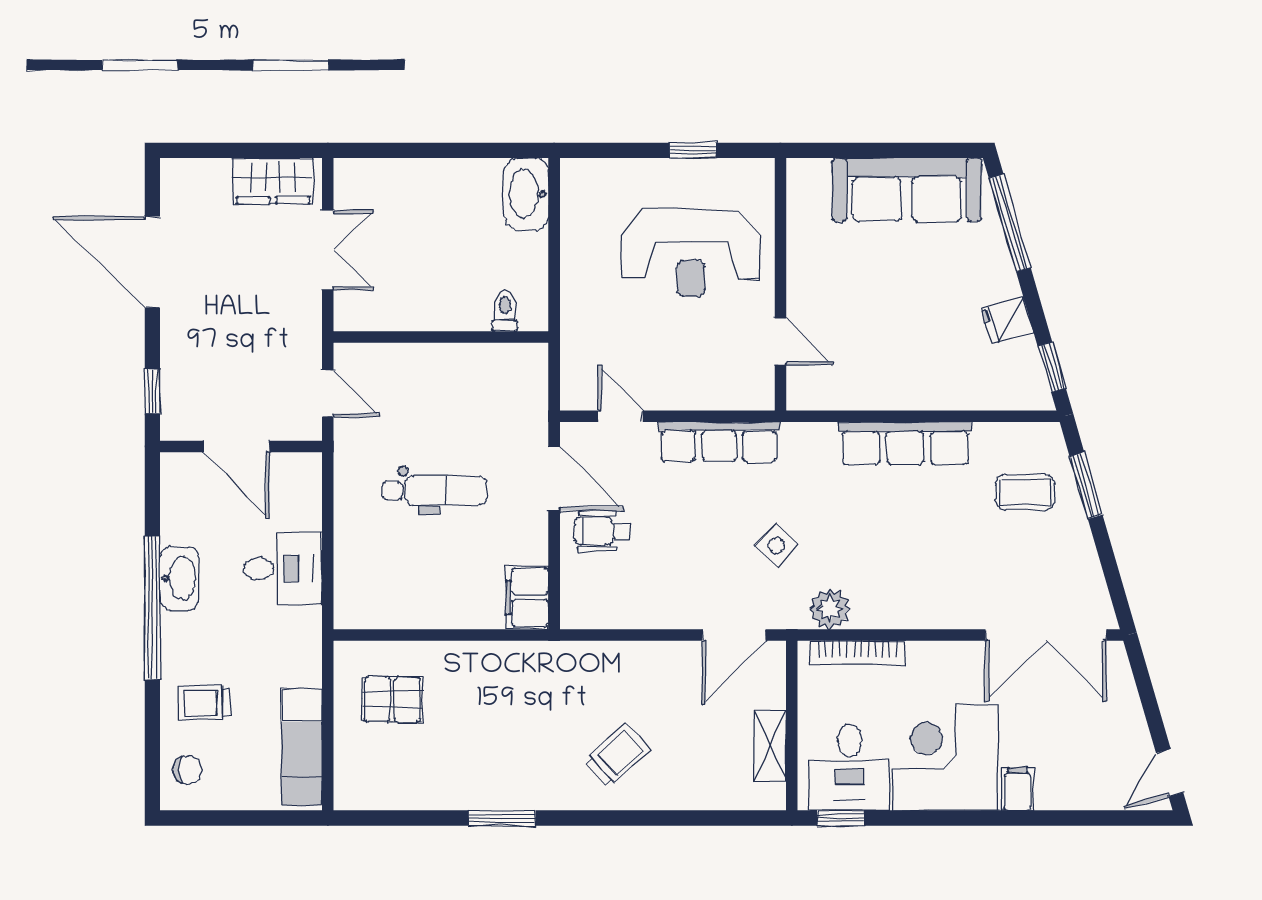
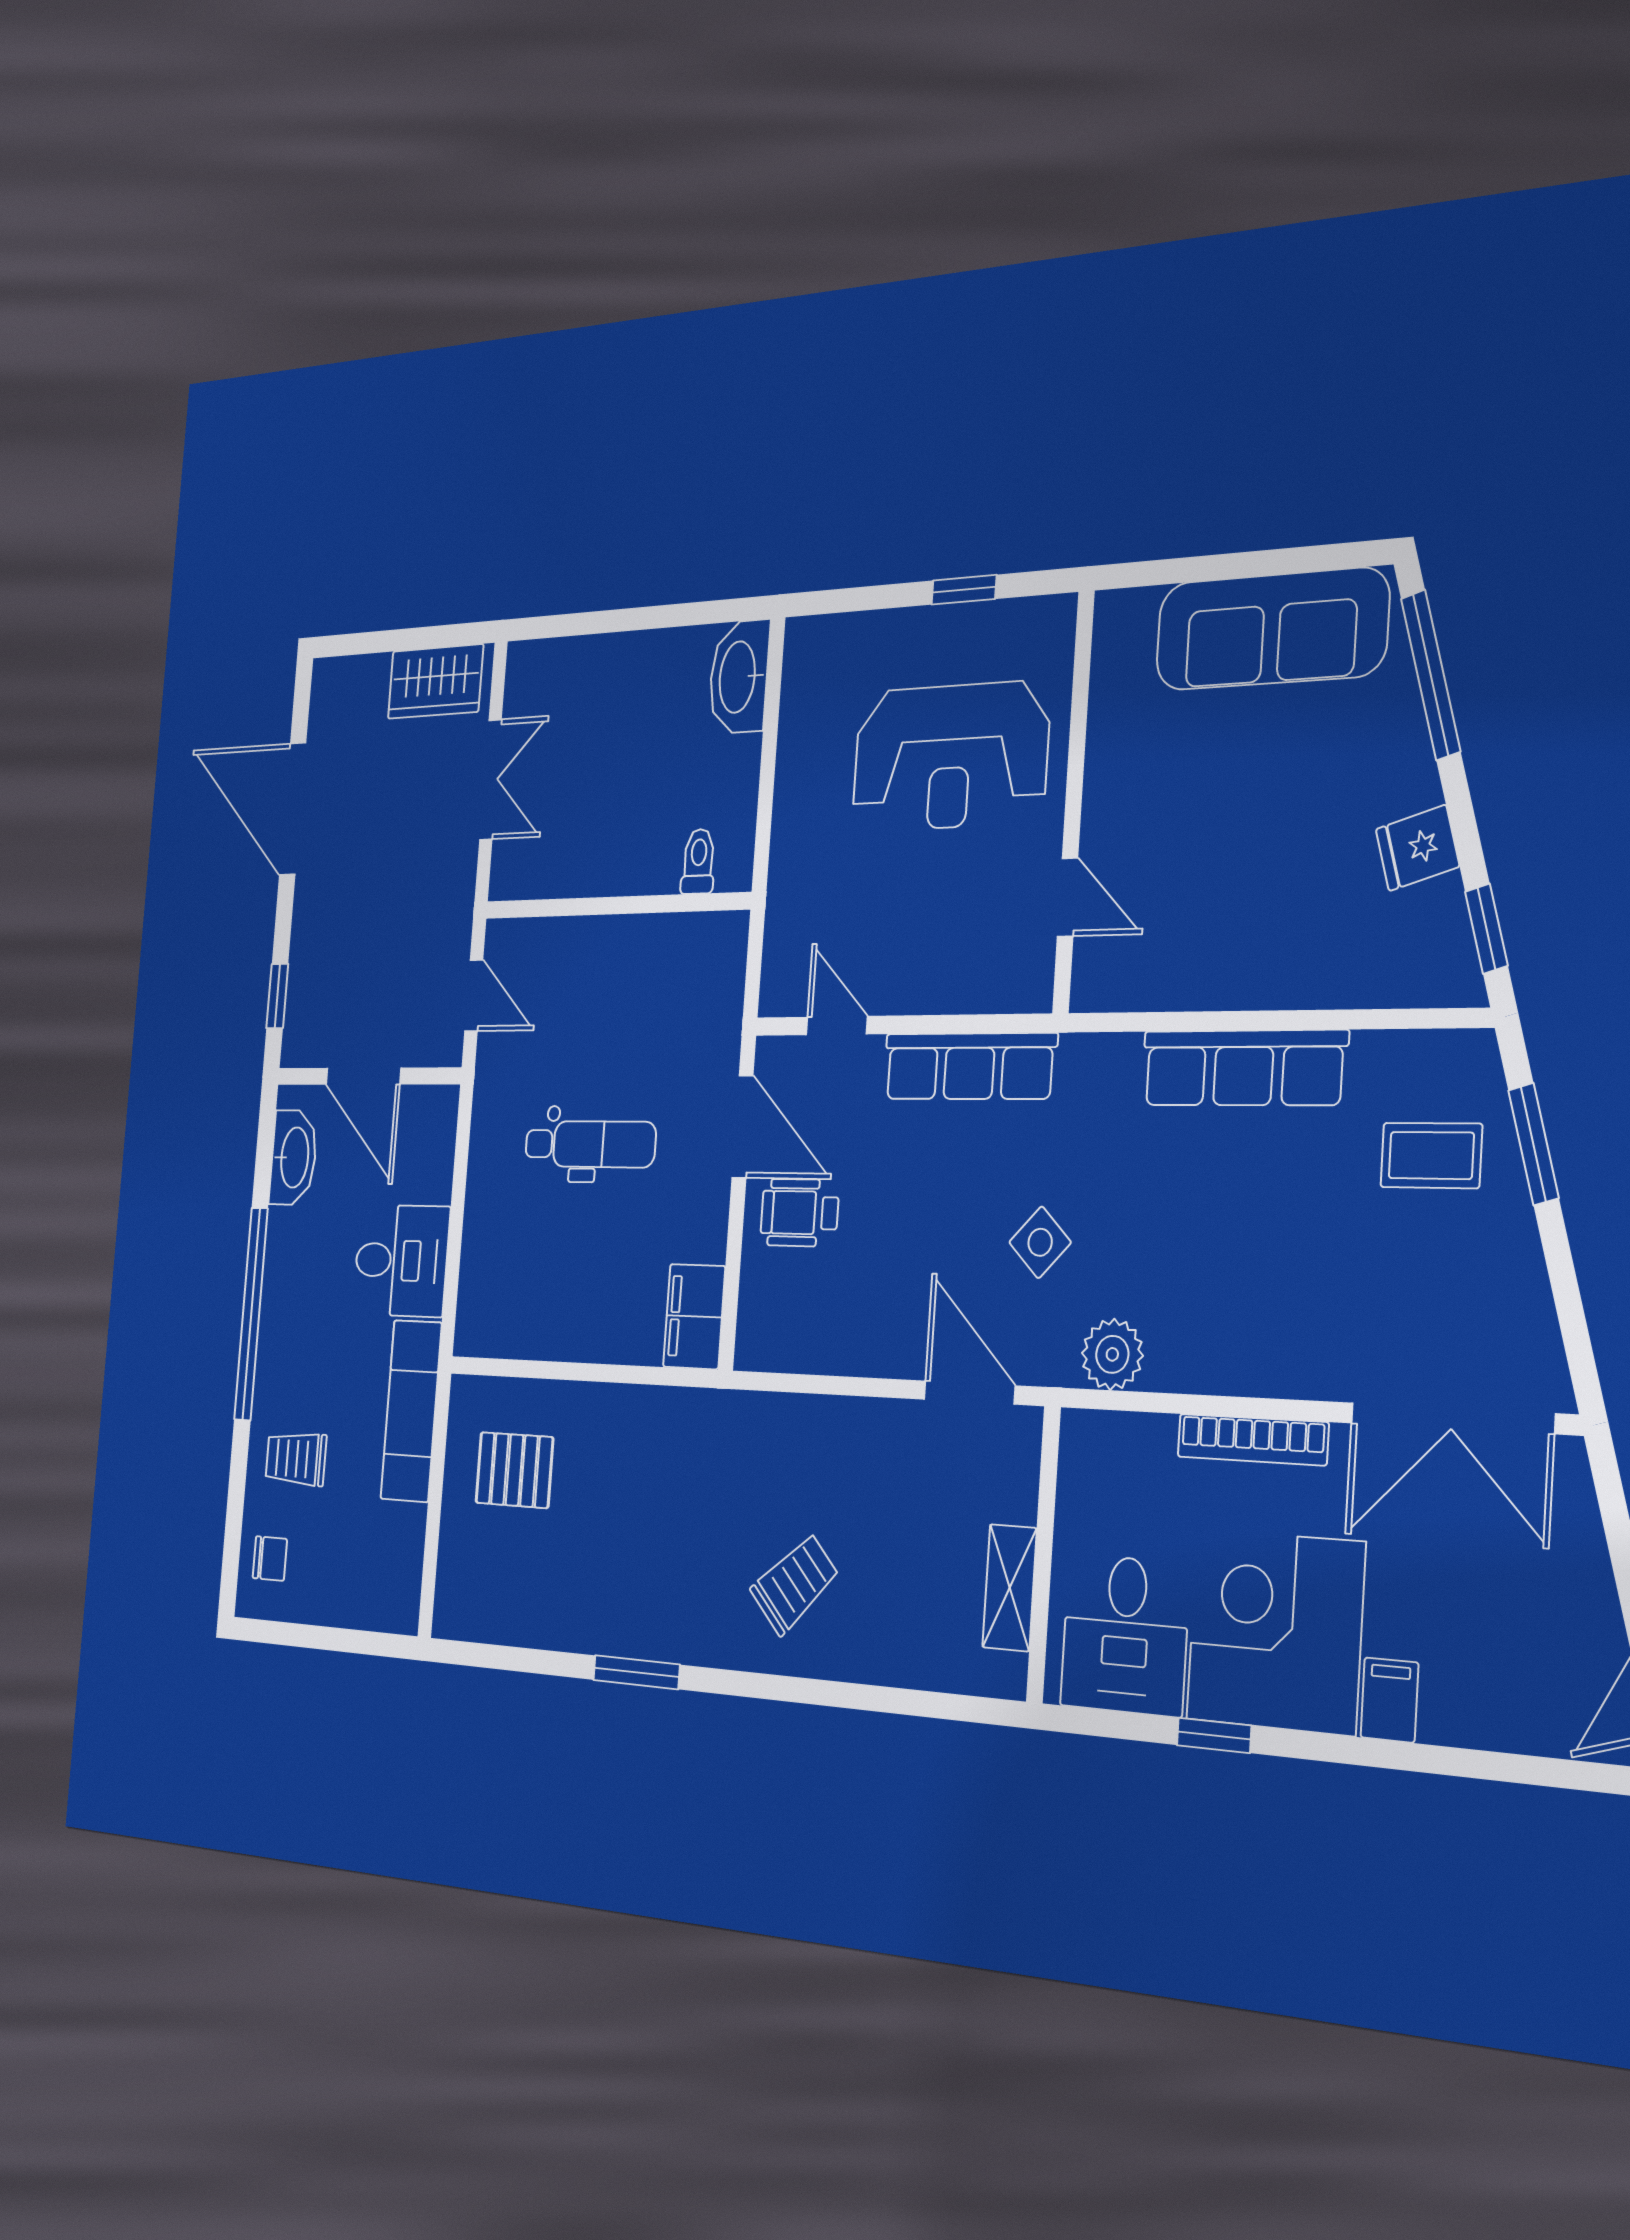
washbasin: (179, 578) -> (293, 1157), moved
door: (734, 635) -> (969, 1393), swing flipped
bookcase: (858, 653) -> (1253, 1440), moved
exam couch: (302, 747) -> (411, 1411), moved
window: (840, 818) -> (1214, 1735), moved

